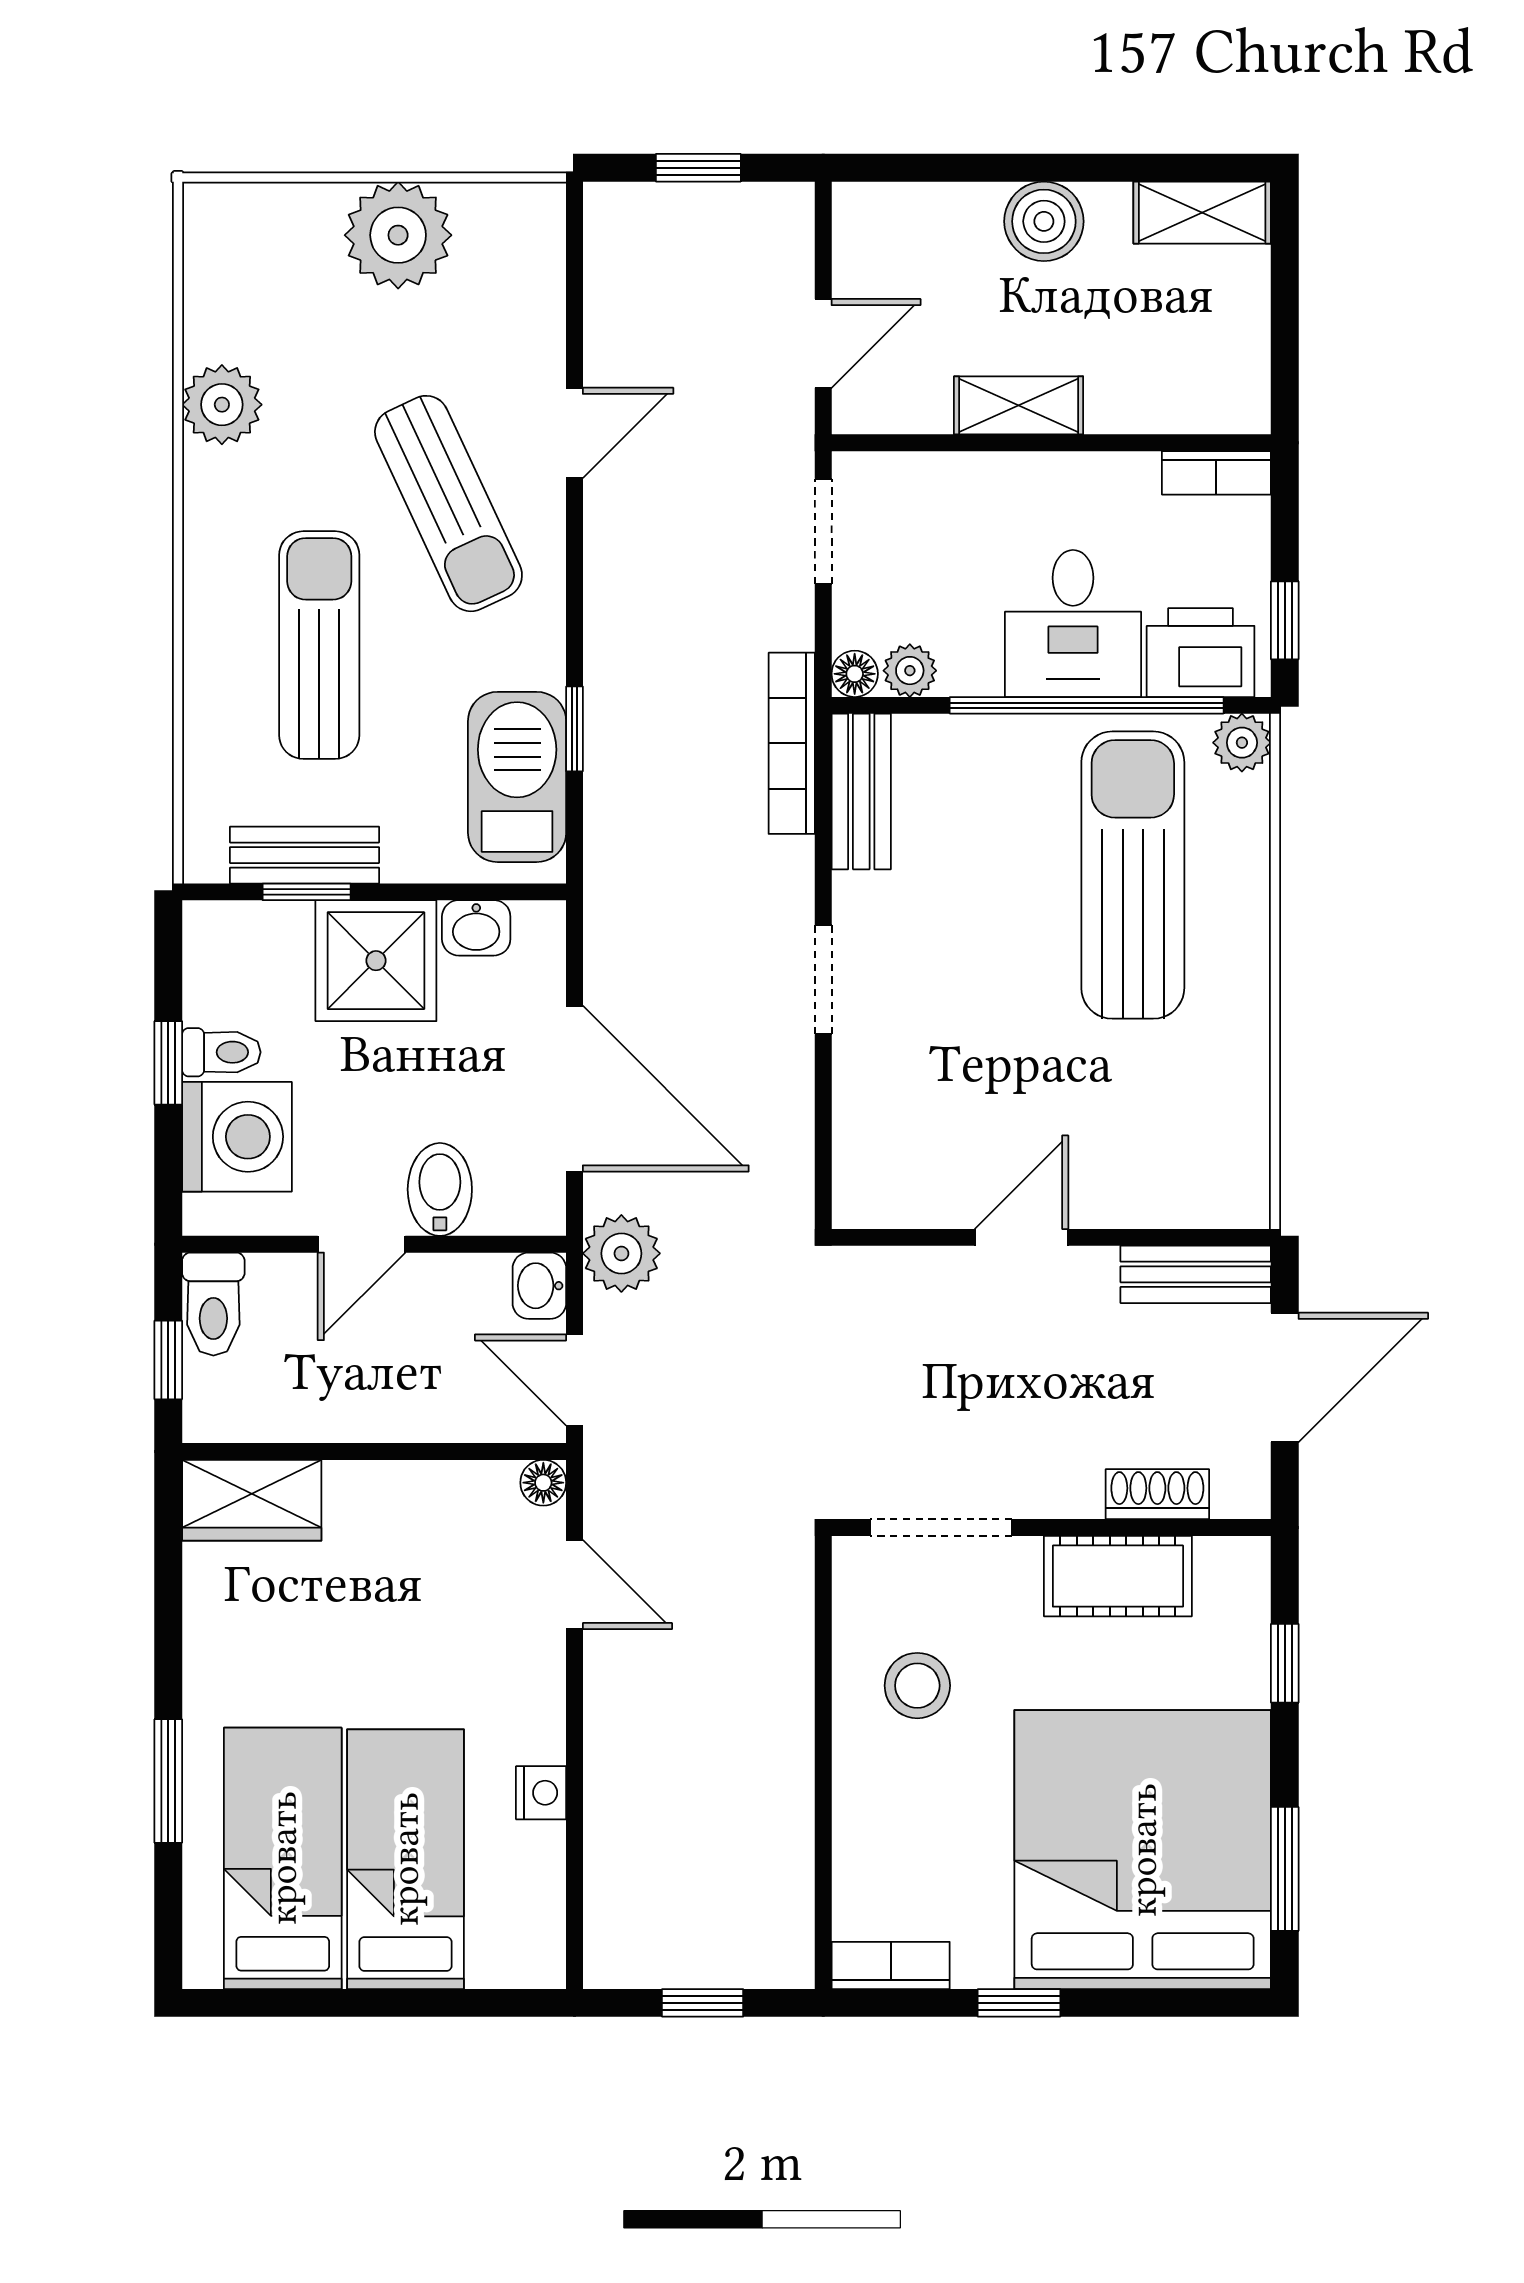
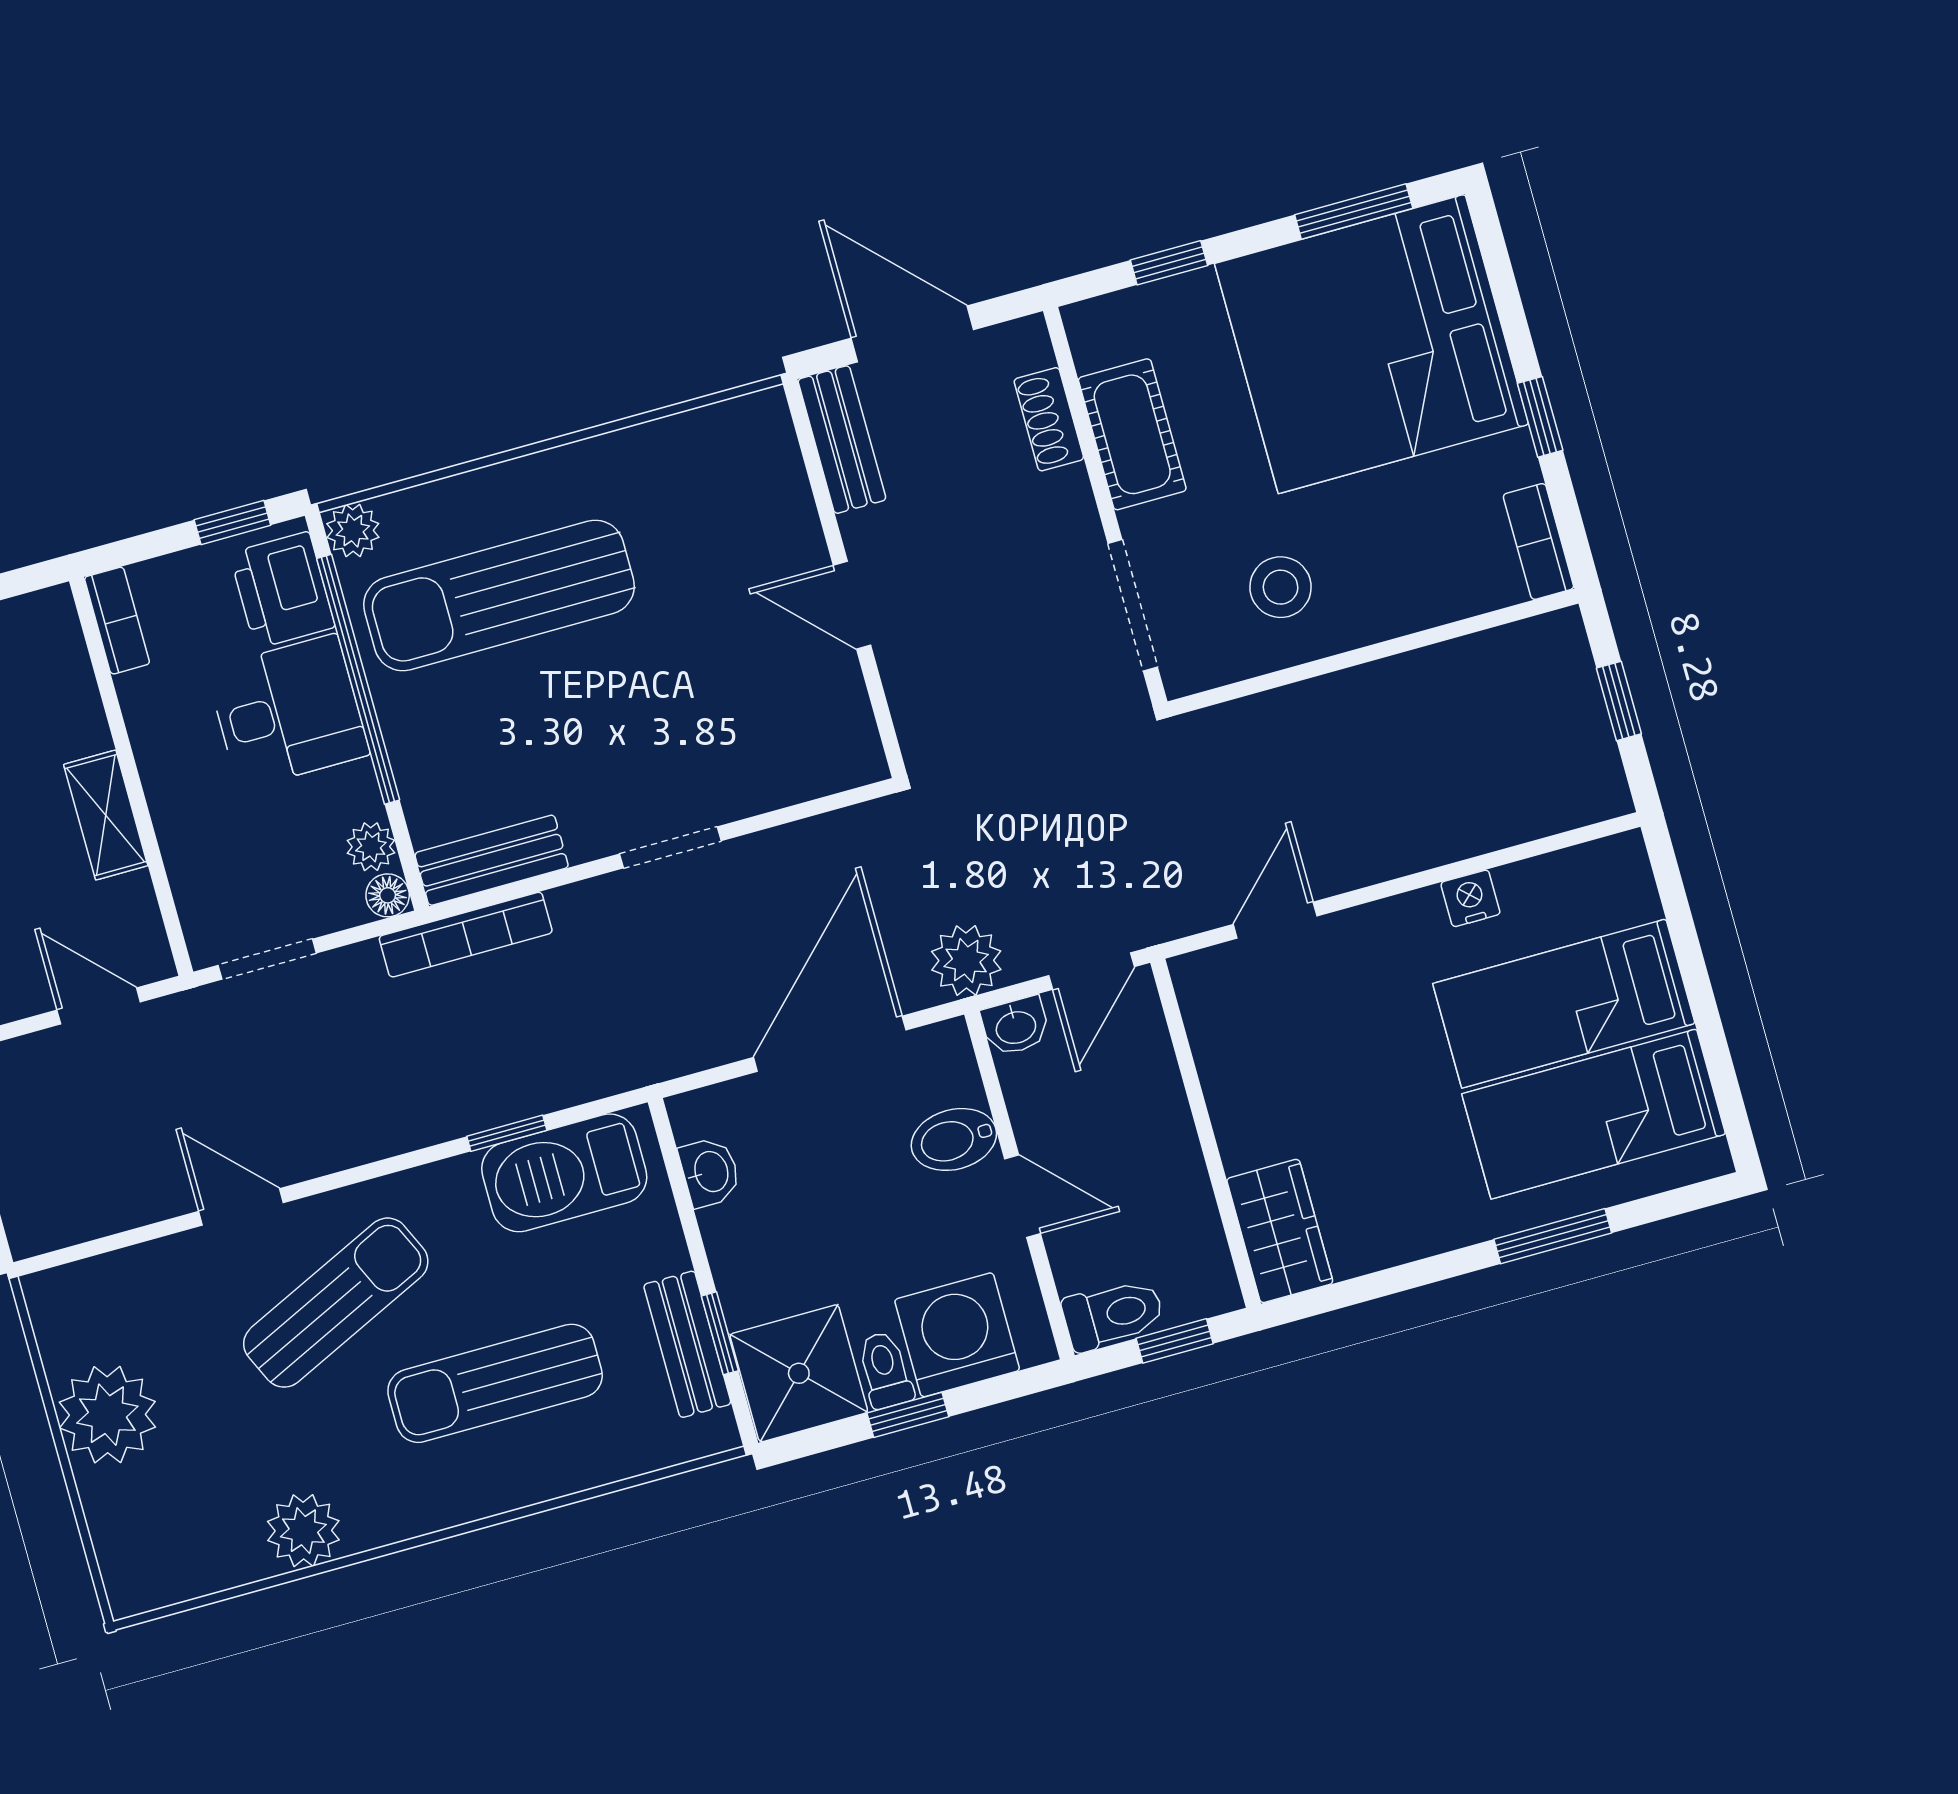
shower: (376, 961) -> (799, 1373), moved
floor lamp: (543, 1483) -> (1192, 974), removed

